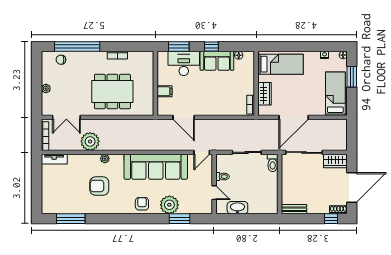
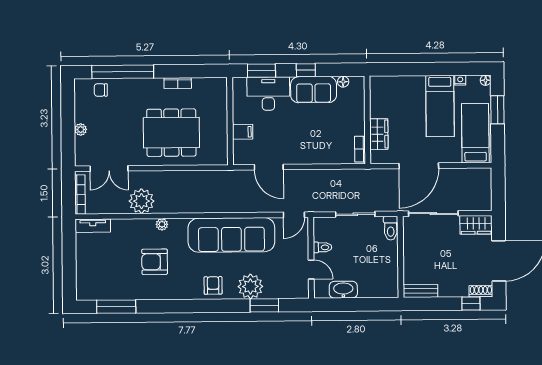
bed: (281, 64) -> (440, 106), moved, turned 90

